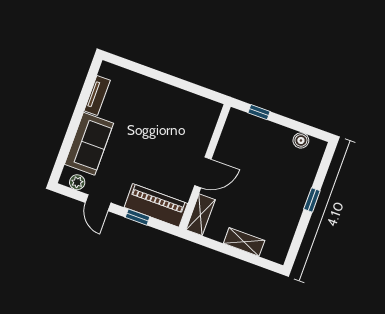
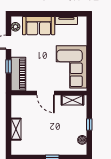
window: (259, 112) -> (89, 124), moved
corner sofa: (176, 115) -> (72, 67), added
shelving: (201, 215) -> (72, 100), moved

